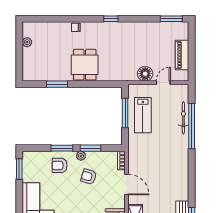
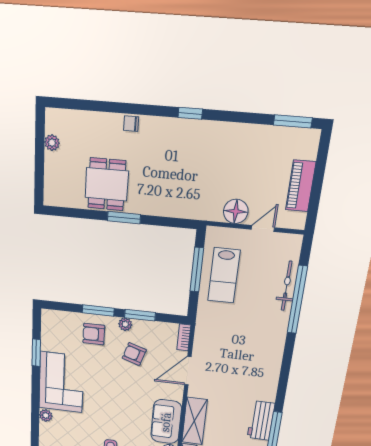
dining table: (85, 65) -> (107, 184), moved
window: (57, 84) -> (124, 218), moved
window: (19, 169) -> (36, 353), moved
door: (127, 184) -> (188, 371), swing flipped

